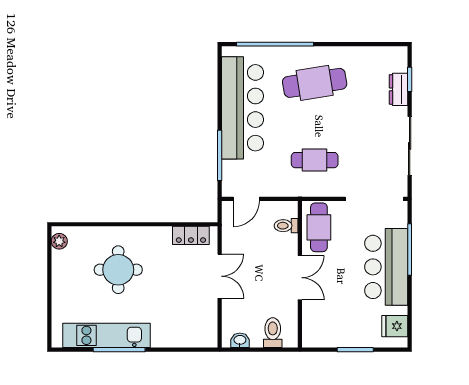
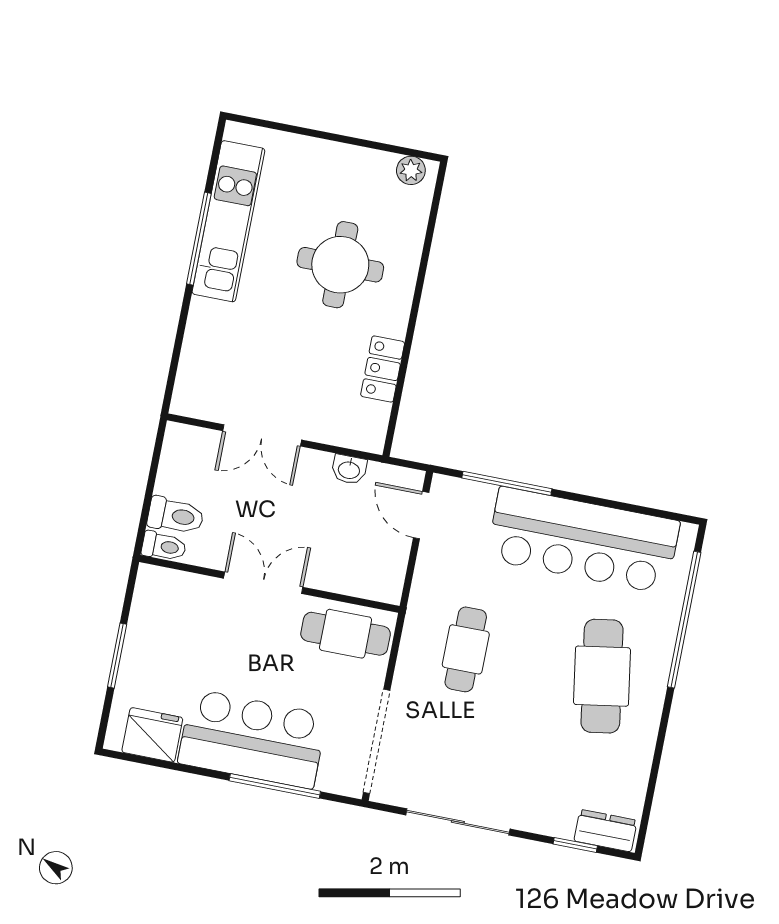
dresser: (399, 89) -> (606, 831), moved
toilet: (286, 226) -> (164, 546), moved, turned 90
locker: (191, 235) -> (383, 369), moved
double door: (220, 276) -> (262, 435), moved
double door: (300, 278) -> (263, 583), swing flipped
fridge: (395, 326) -> (152, 735), width x1.38
washbasin: (240, 340) -> (349, 469), moved, turned 90

